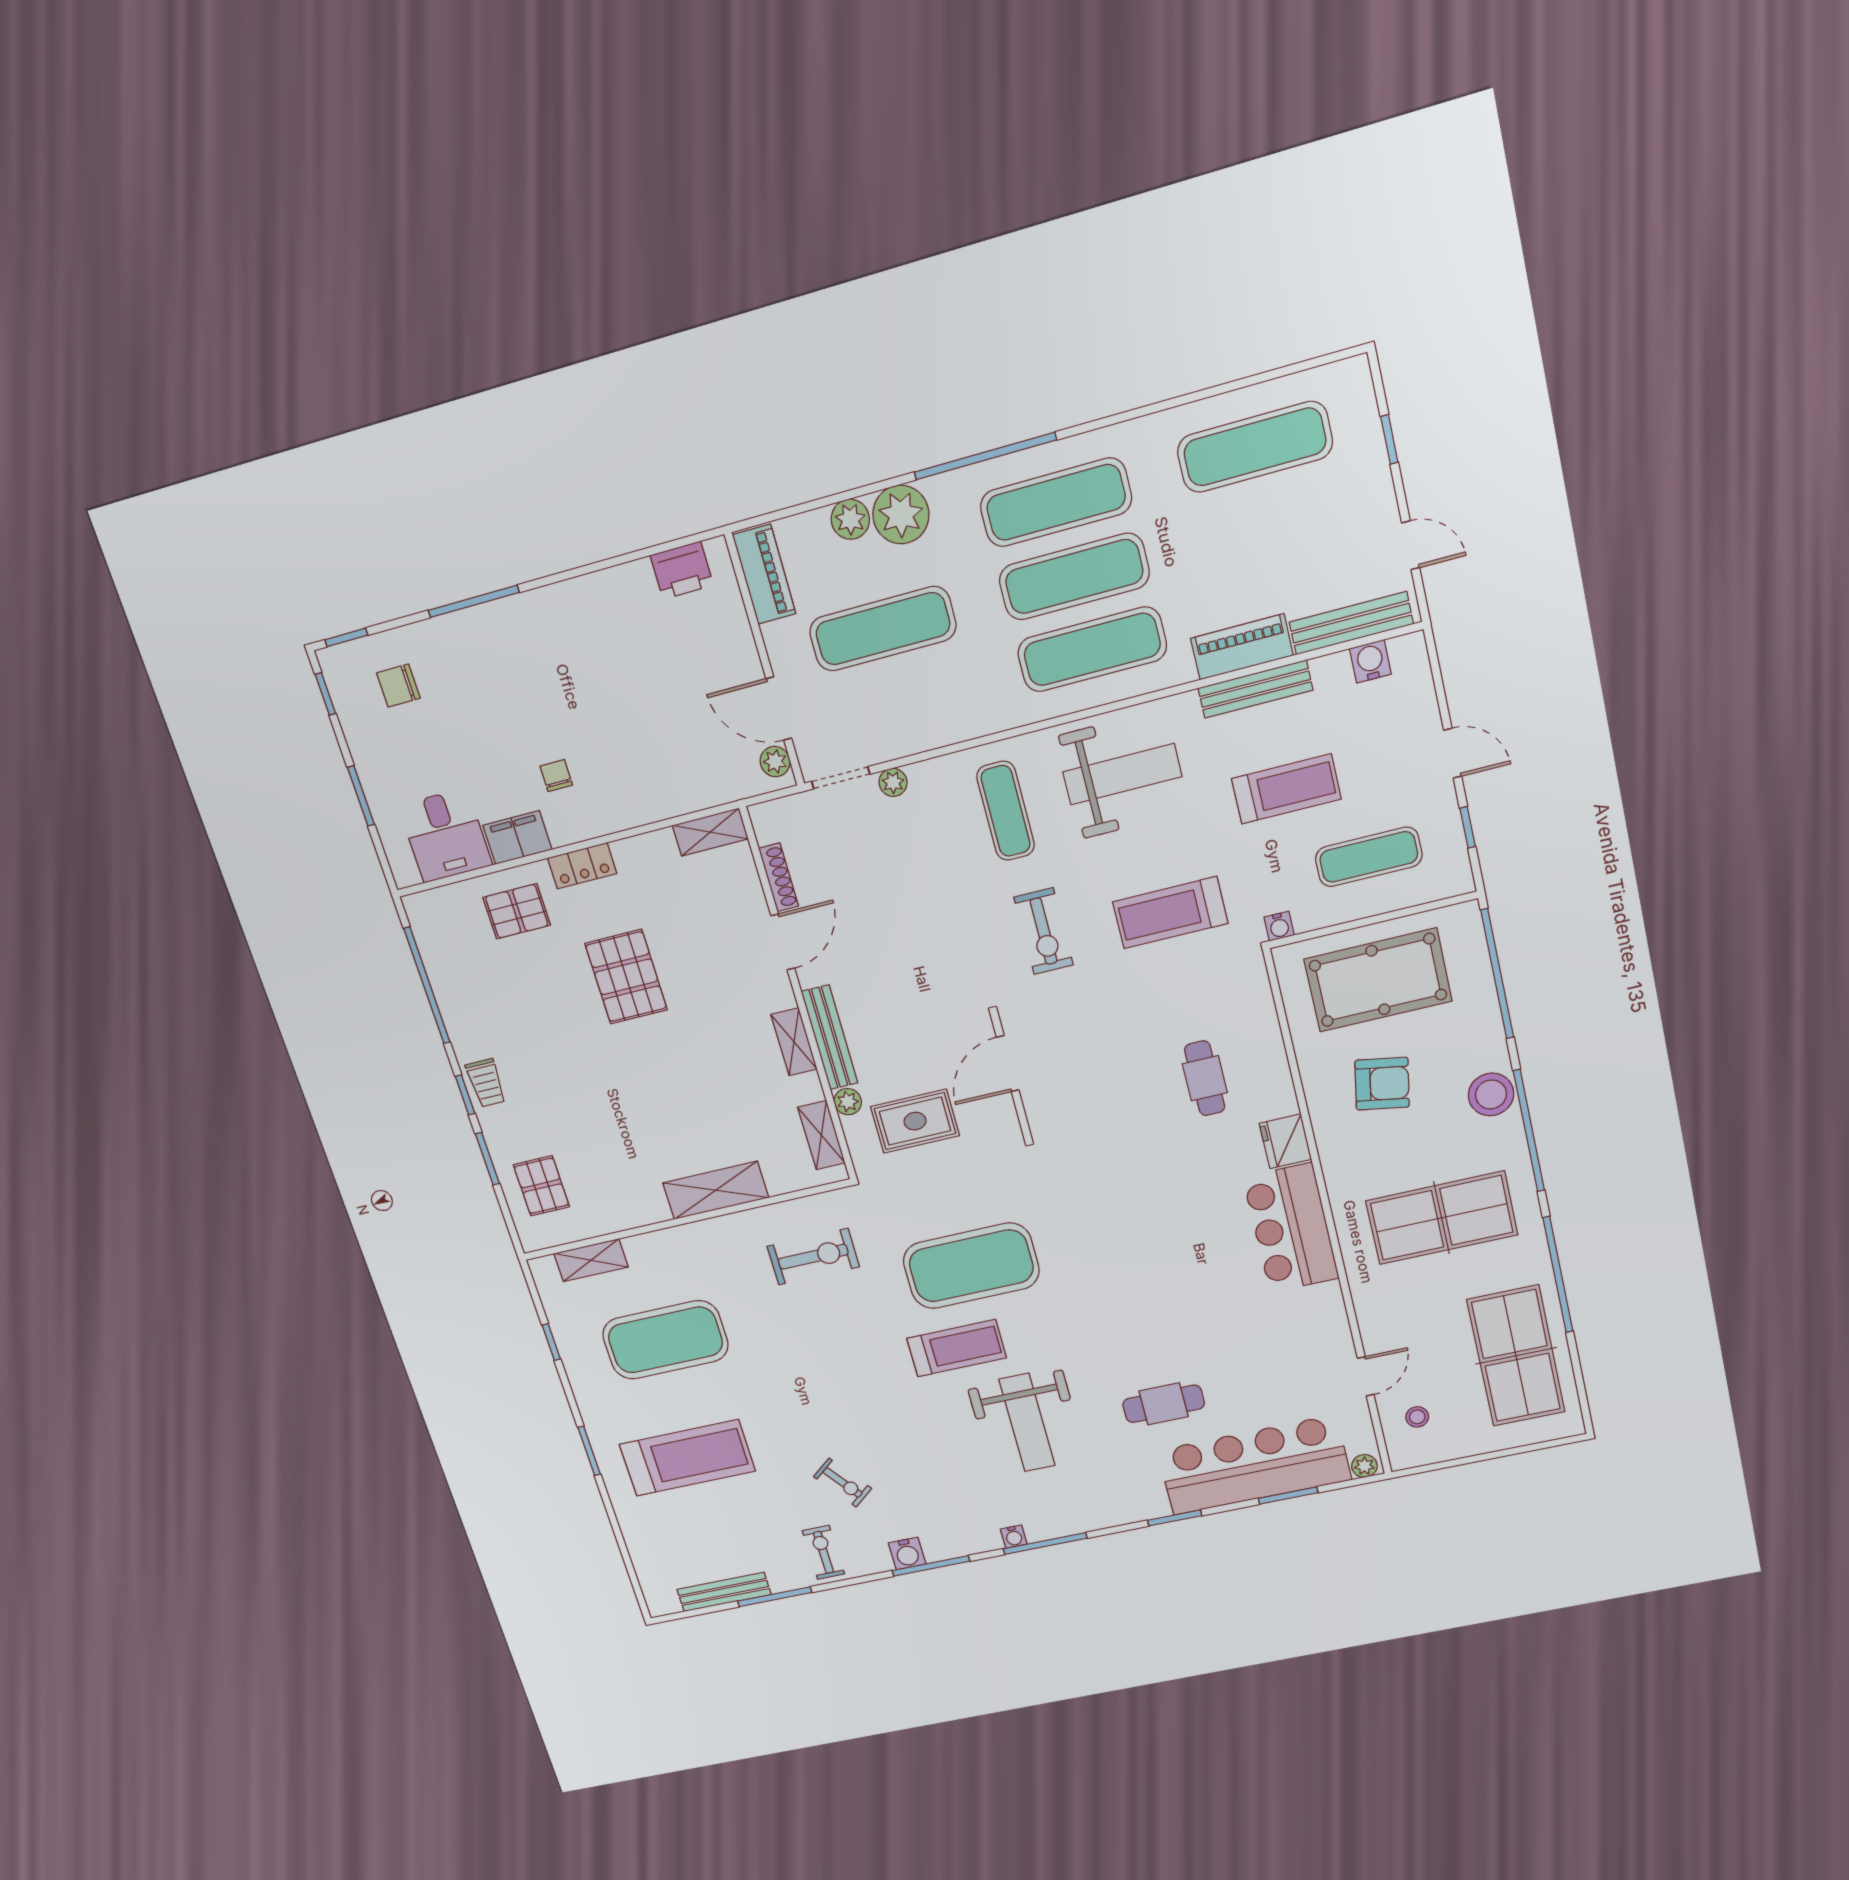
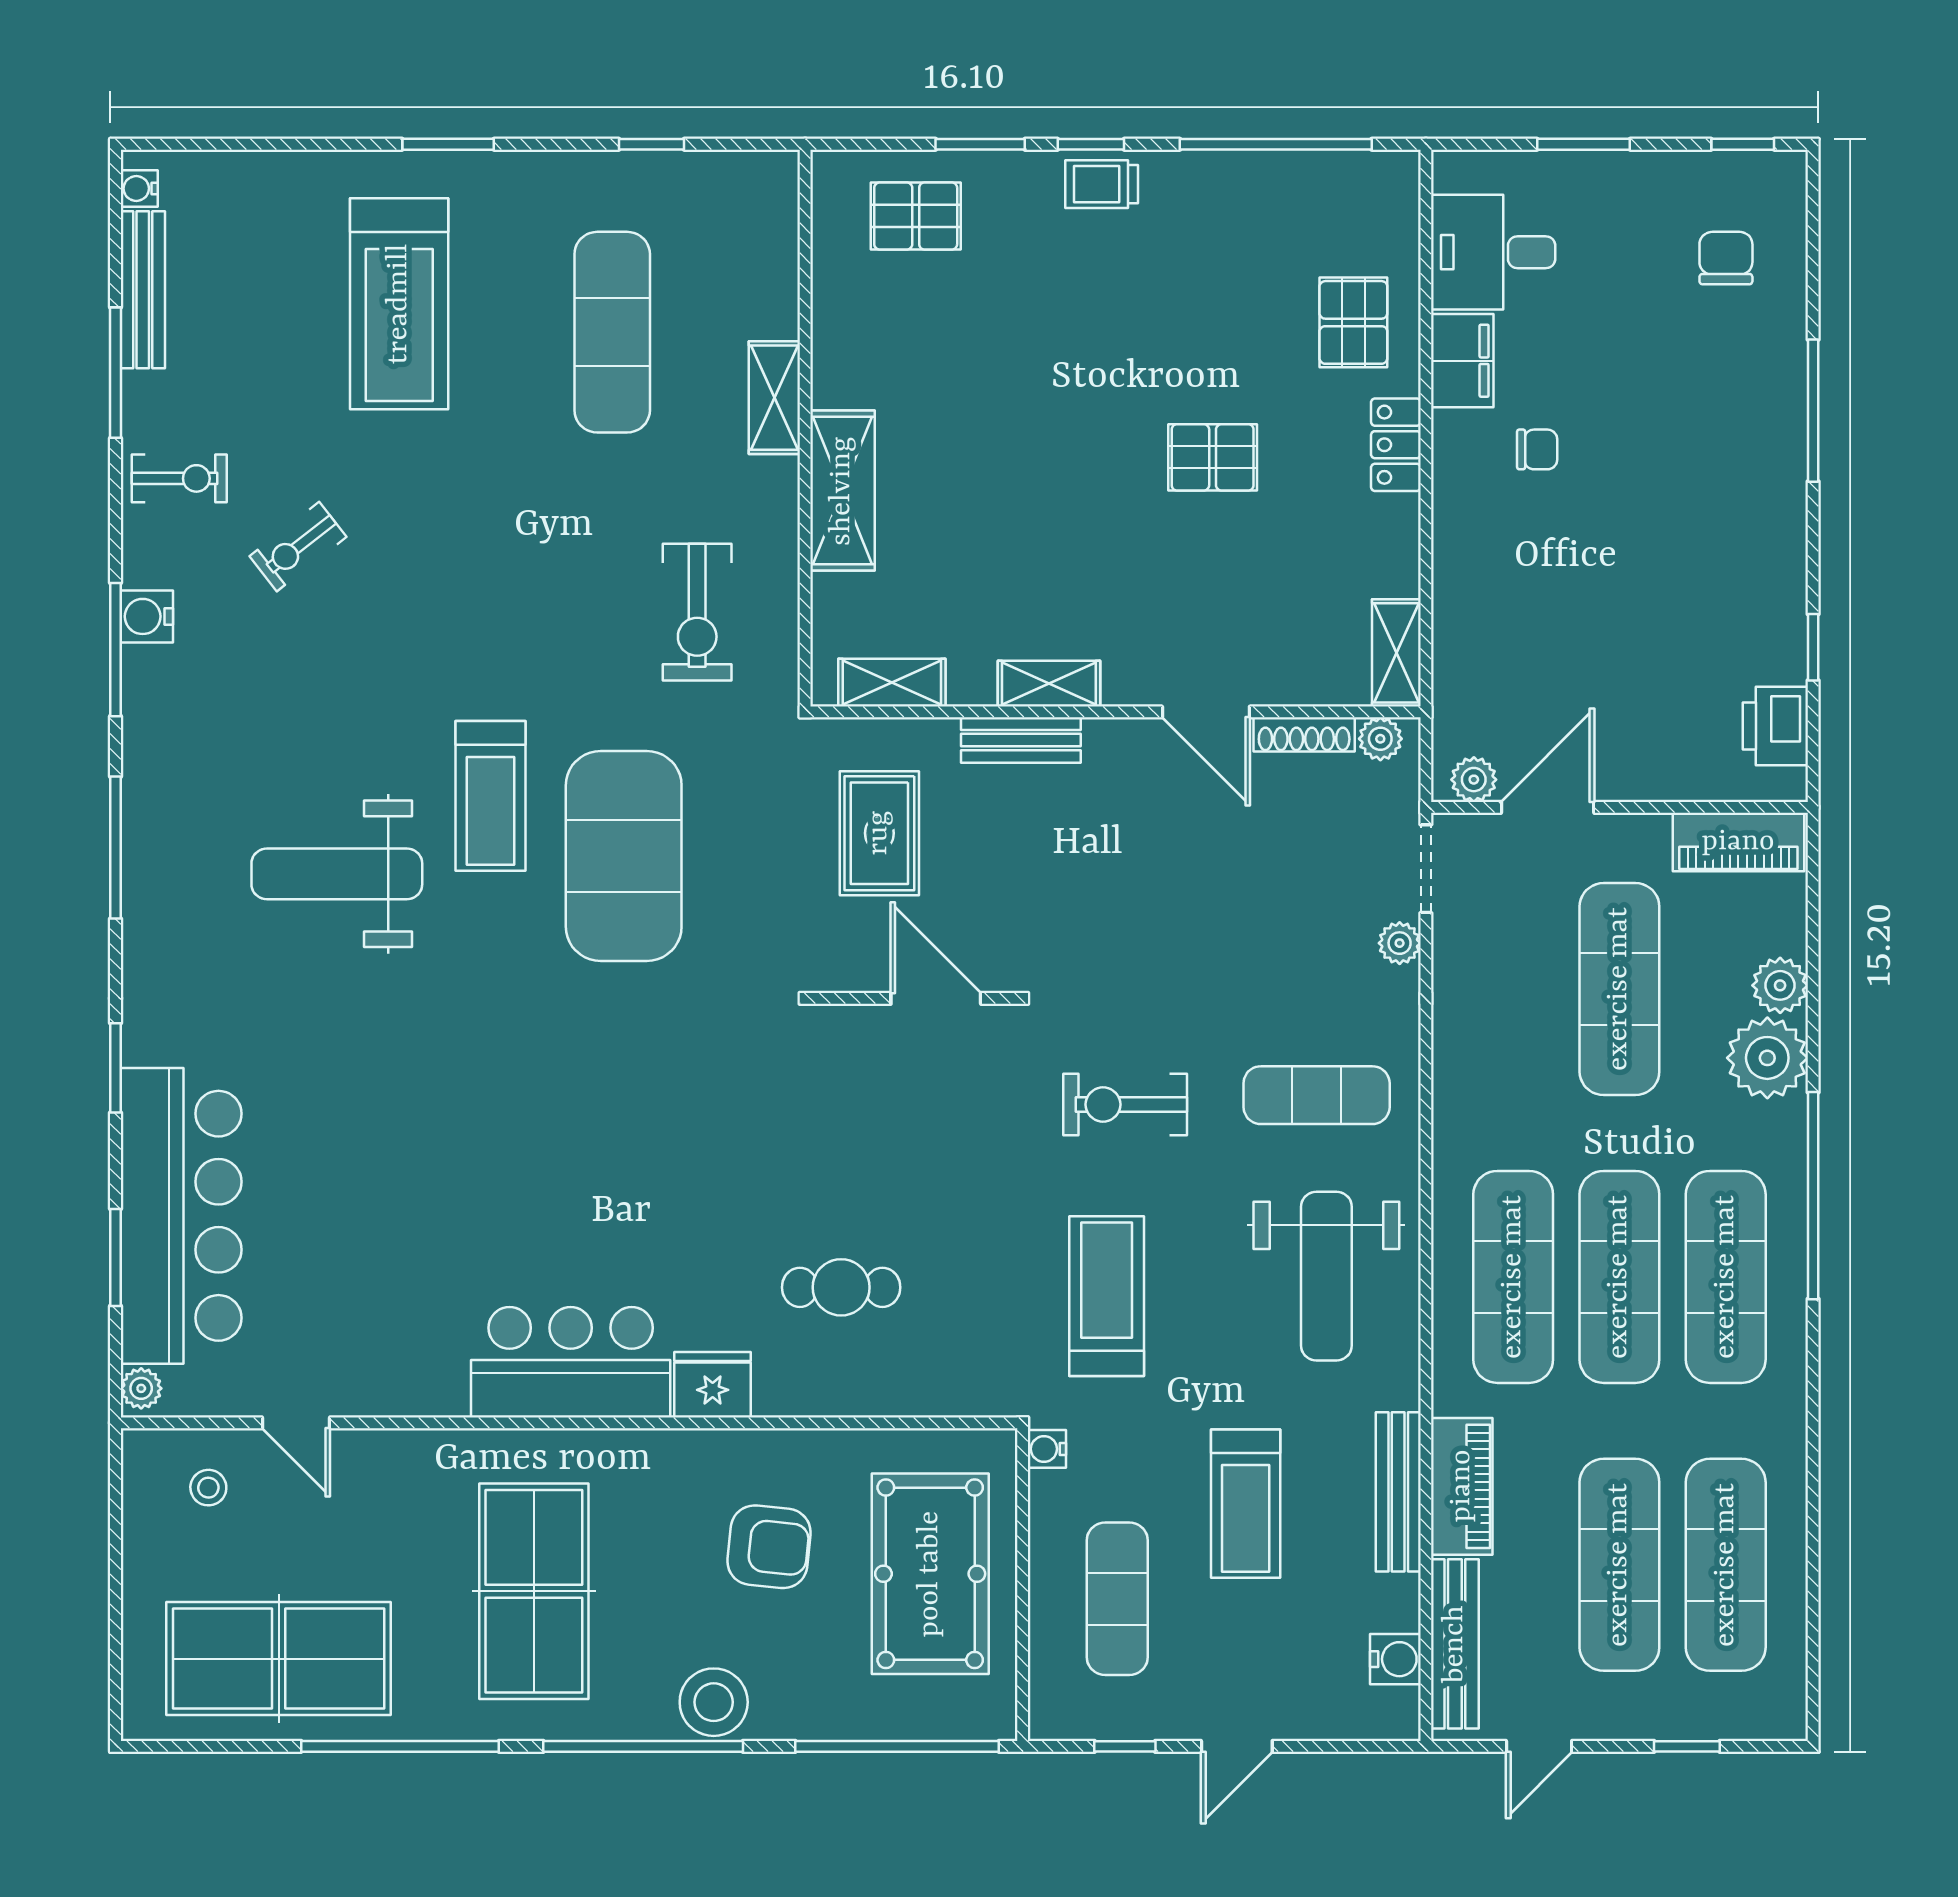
exercise mat: (1271, 523) -> (1619, 1565), added
window: (346, 637) -> (1813, 647), moved
pallet: (626, 977) -> (1213, 457), width x0.67, depth x0.71
bench: (830, 1037) -> (1021, 740), width x0.73
armchair: (1382, 1084) -> (769, 1547), turned -94
plant: (848, 1102) -> (1380, 739), moved
shelving: (591, 1260) -> (774, 398), moved
exercise mat: (665, 1340) -> (612, 332), width x0.68
cafe table: (1164, 1404) -> (320, 1098), removed
water cooler: (1014, 1537) -> (139, 188), moved

